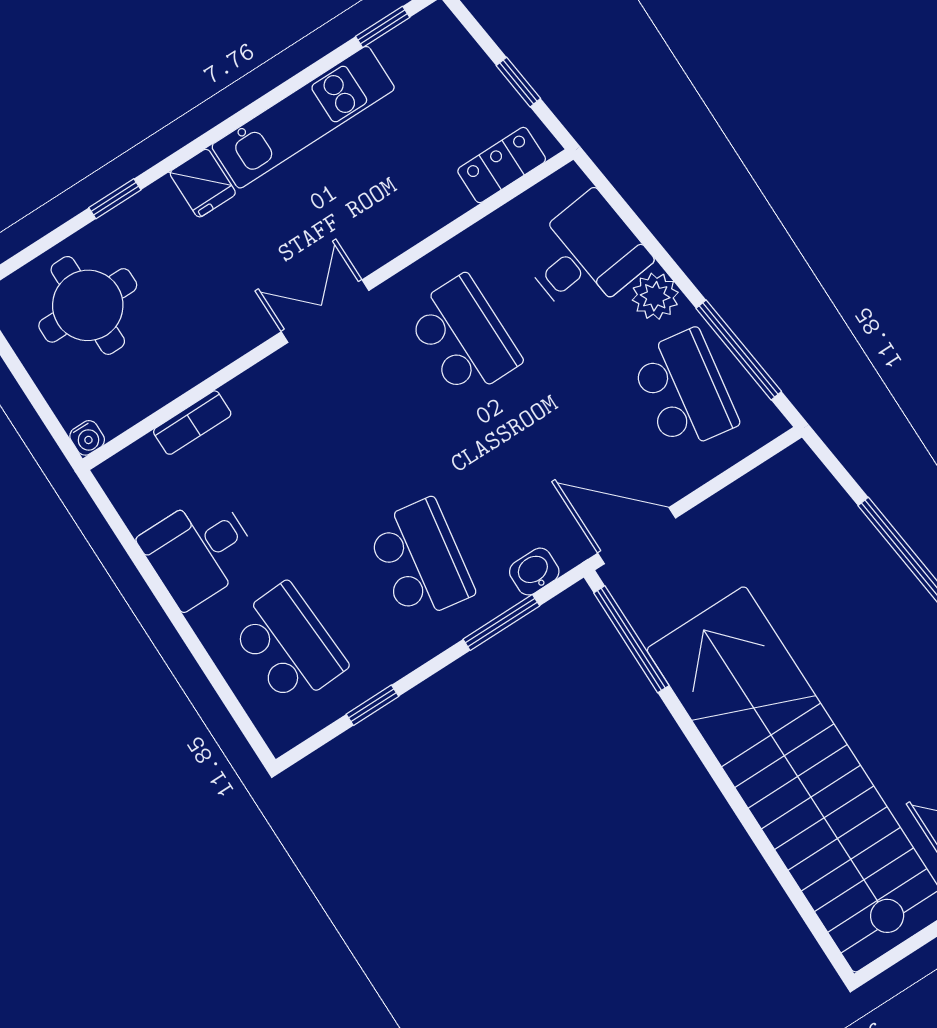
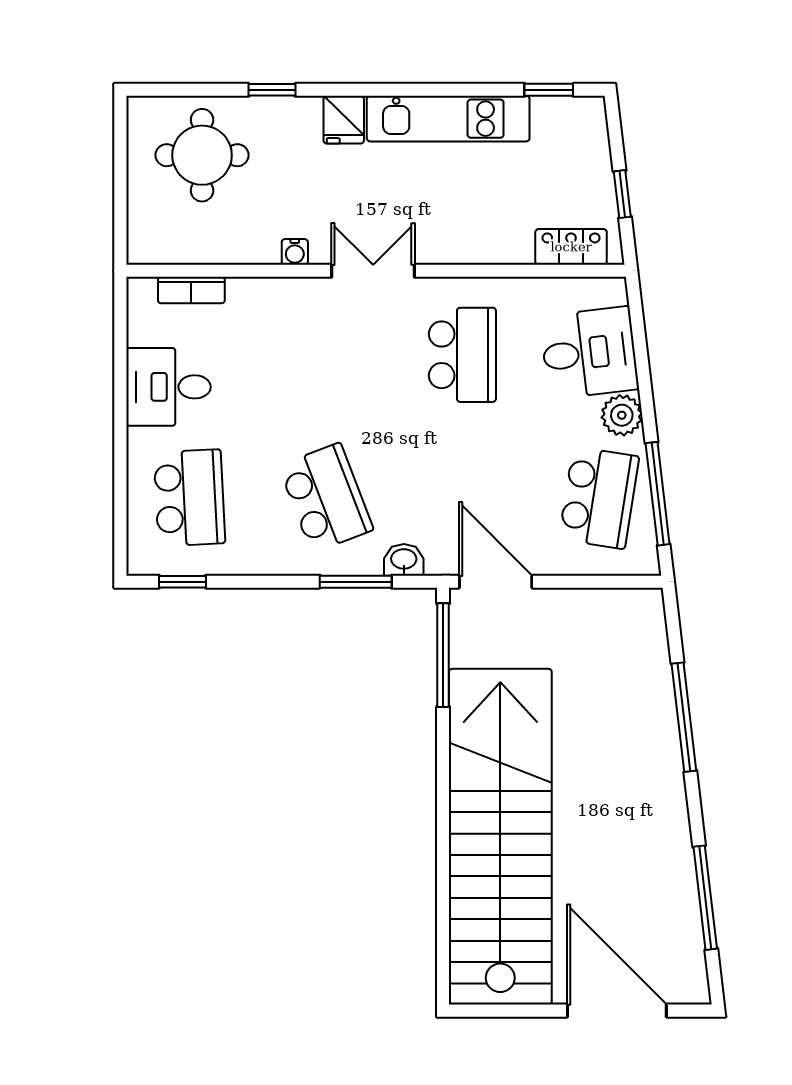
bookcase: (192, 423) -> (191, 290), moved
water cooler: (87, 438) -> (295, 252), moved
school desk: (420, 560) -> (326, 498), turned -30
window: (372, 705) -> (182, 582), moved

